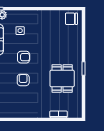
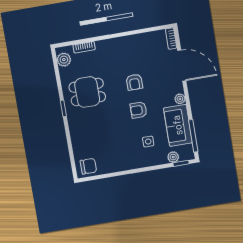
dining table: (62, 78) -> (87, 92), turned 90
plant: (76, 107) -> (64, 60), added

